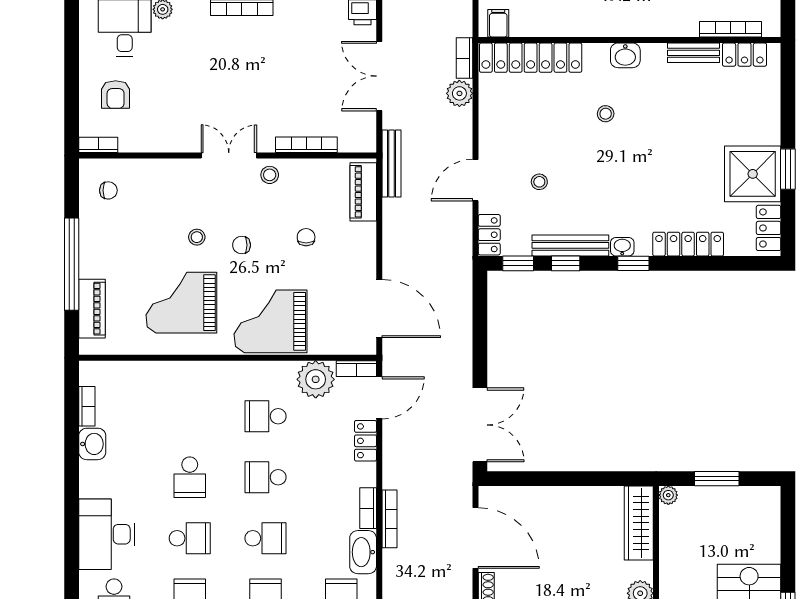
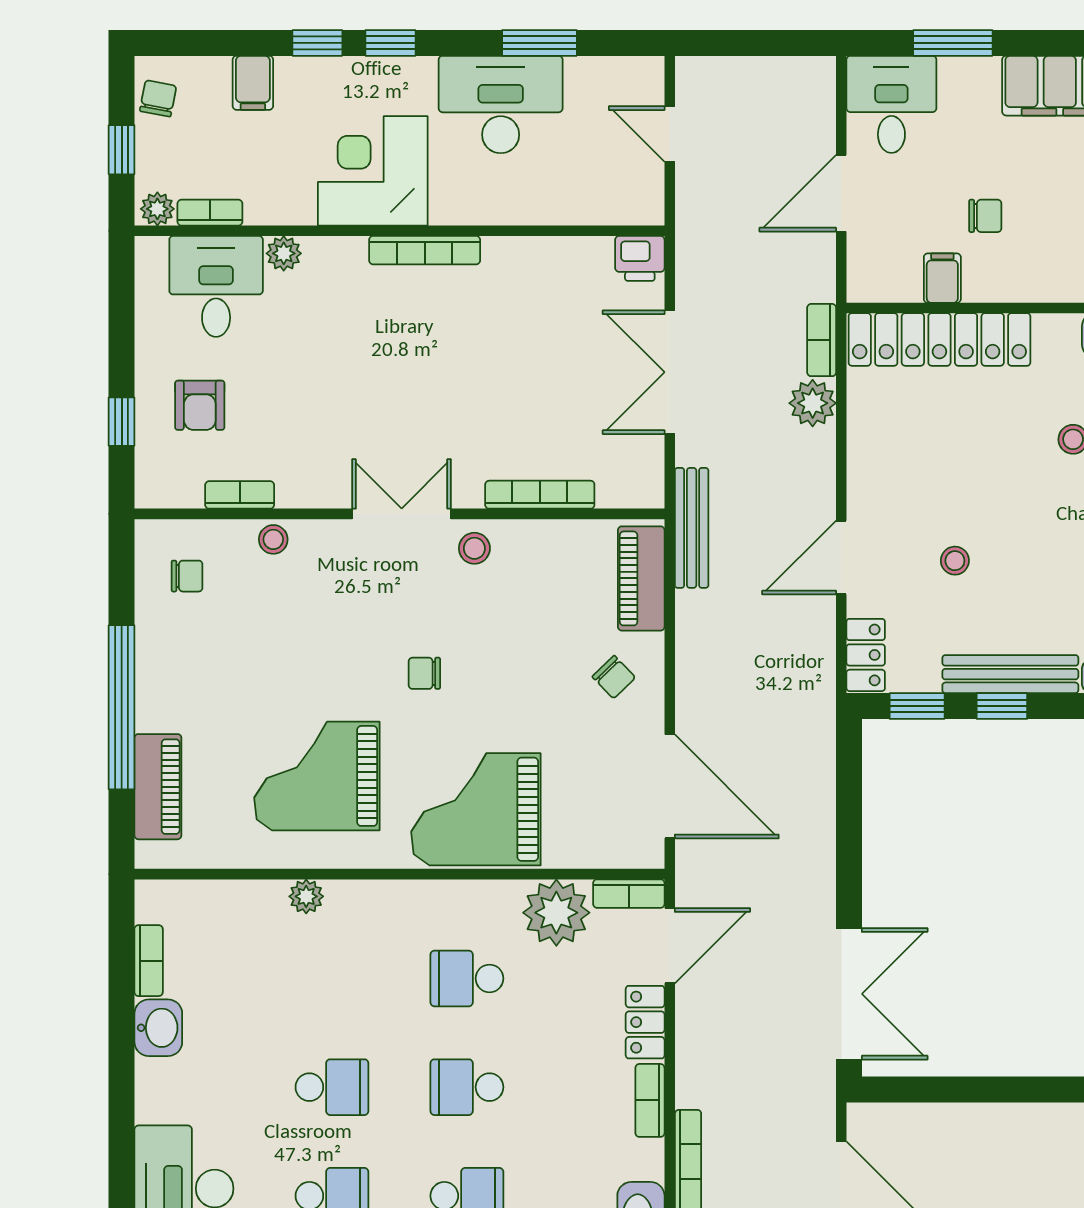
filing cabinet: (498, 23) -> (942, 278), moved
window: (72, 104) -> (122, 422), added
bookcase: (98, 145) -> (240, 495), moved
stool: (197, 237) -> (273, 539), moved
chair: (306, 237) -> (614, 677), moved, turned 136
plant: (175, 370) -> (306, 896), added
school desk: (190, 477) -> (332, 1087), turned -90
bookcase: (368, 508) -> (650, 1100), moved

